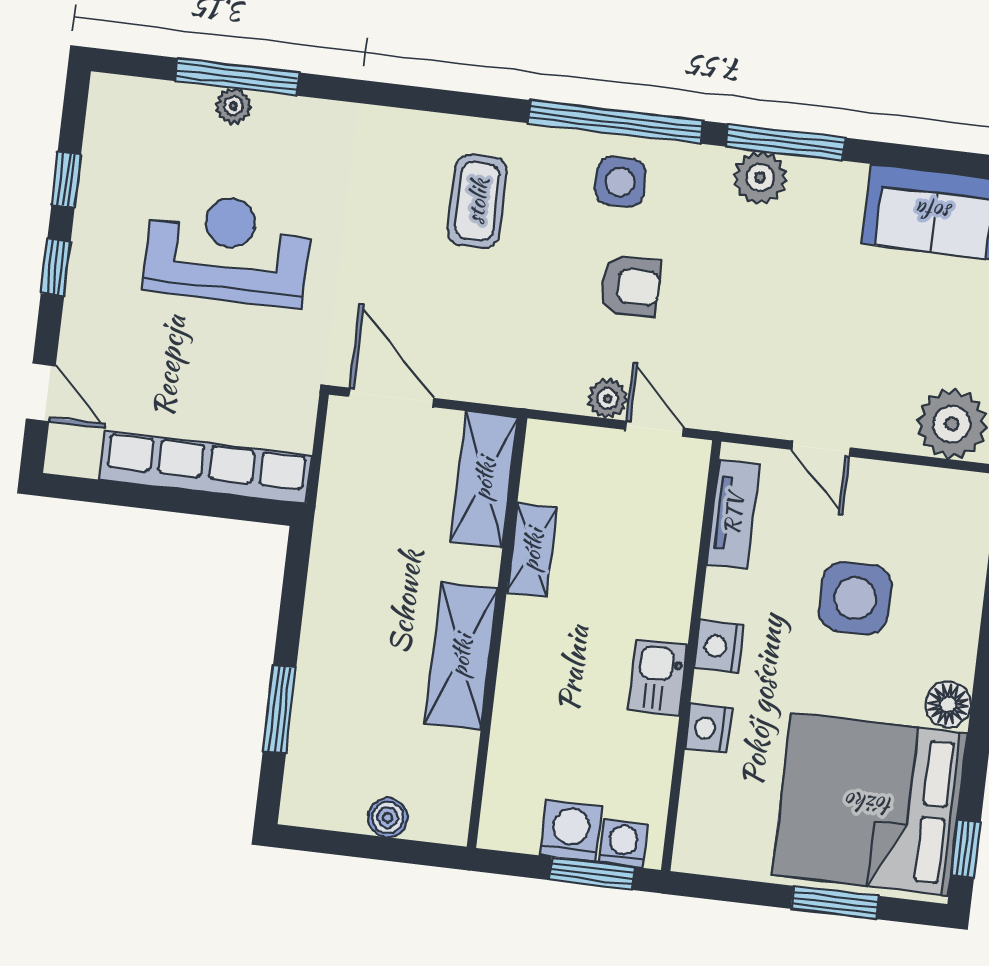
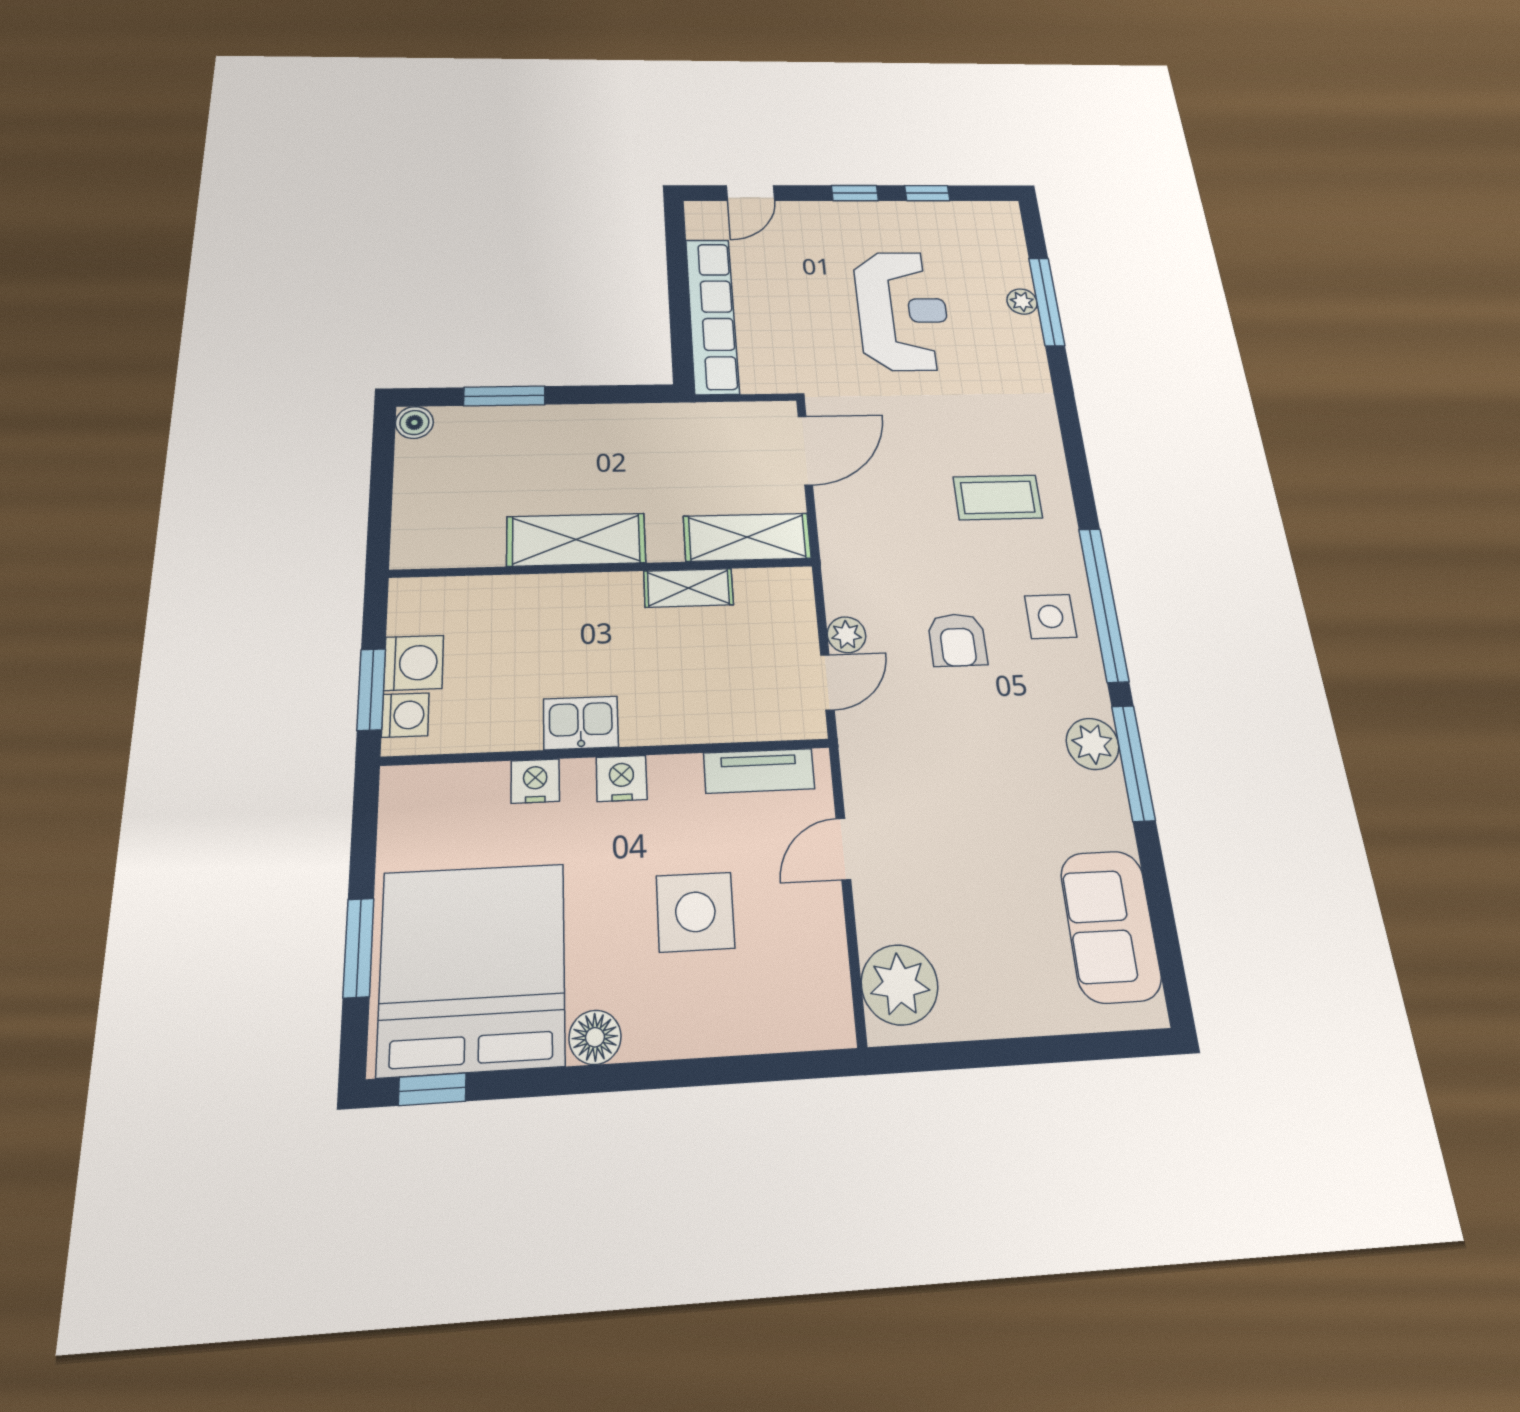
boiler: (388, 818) -> (414, 423), moved

